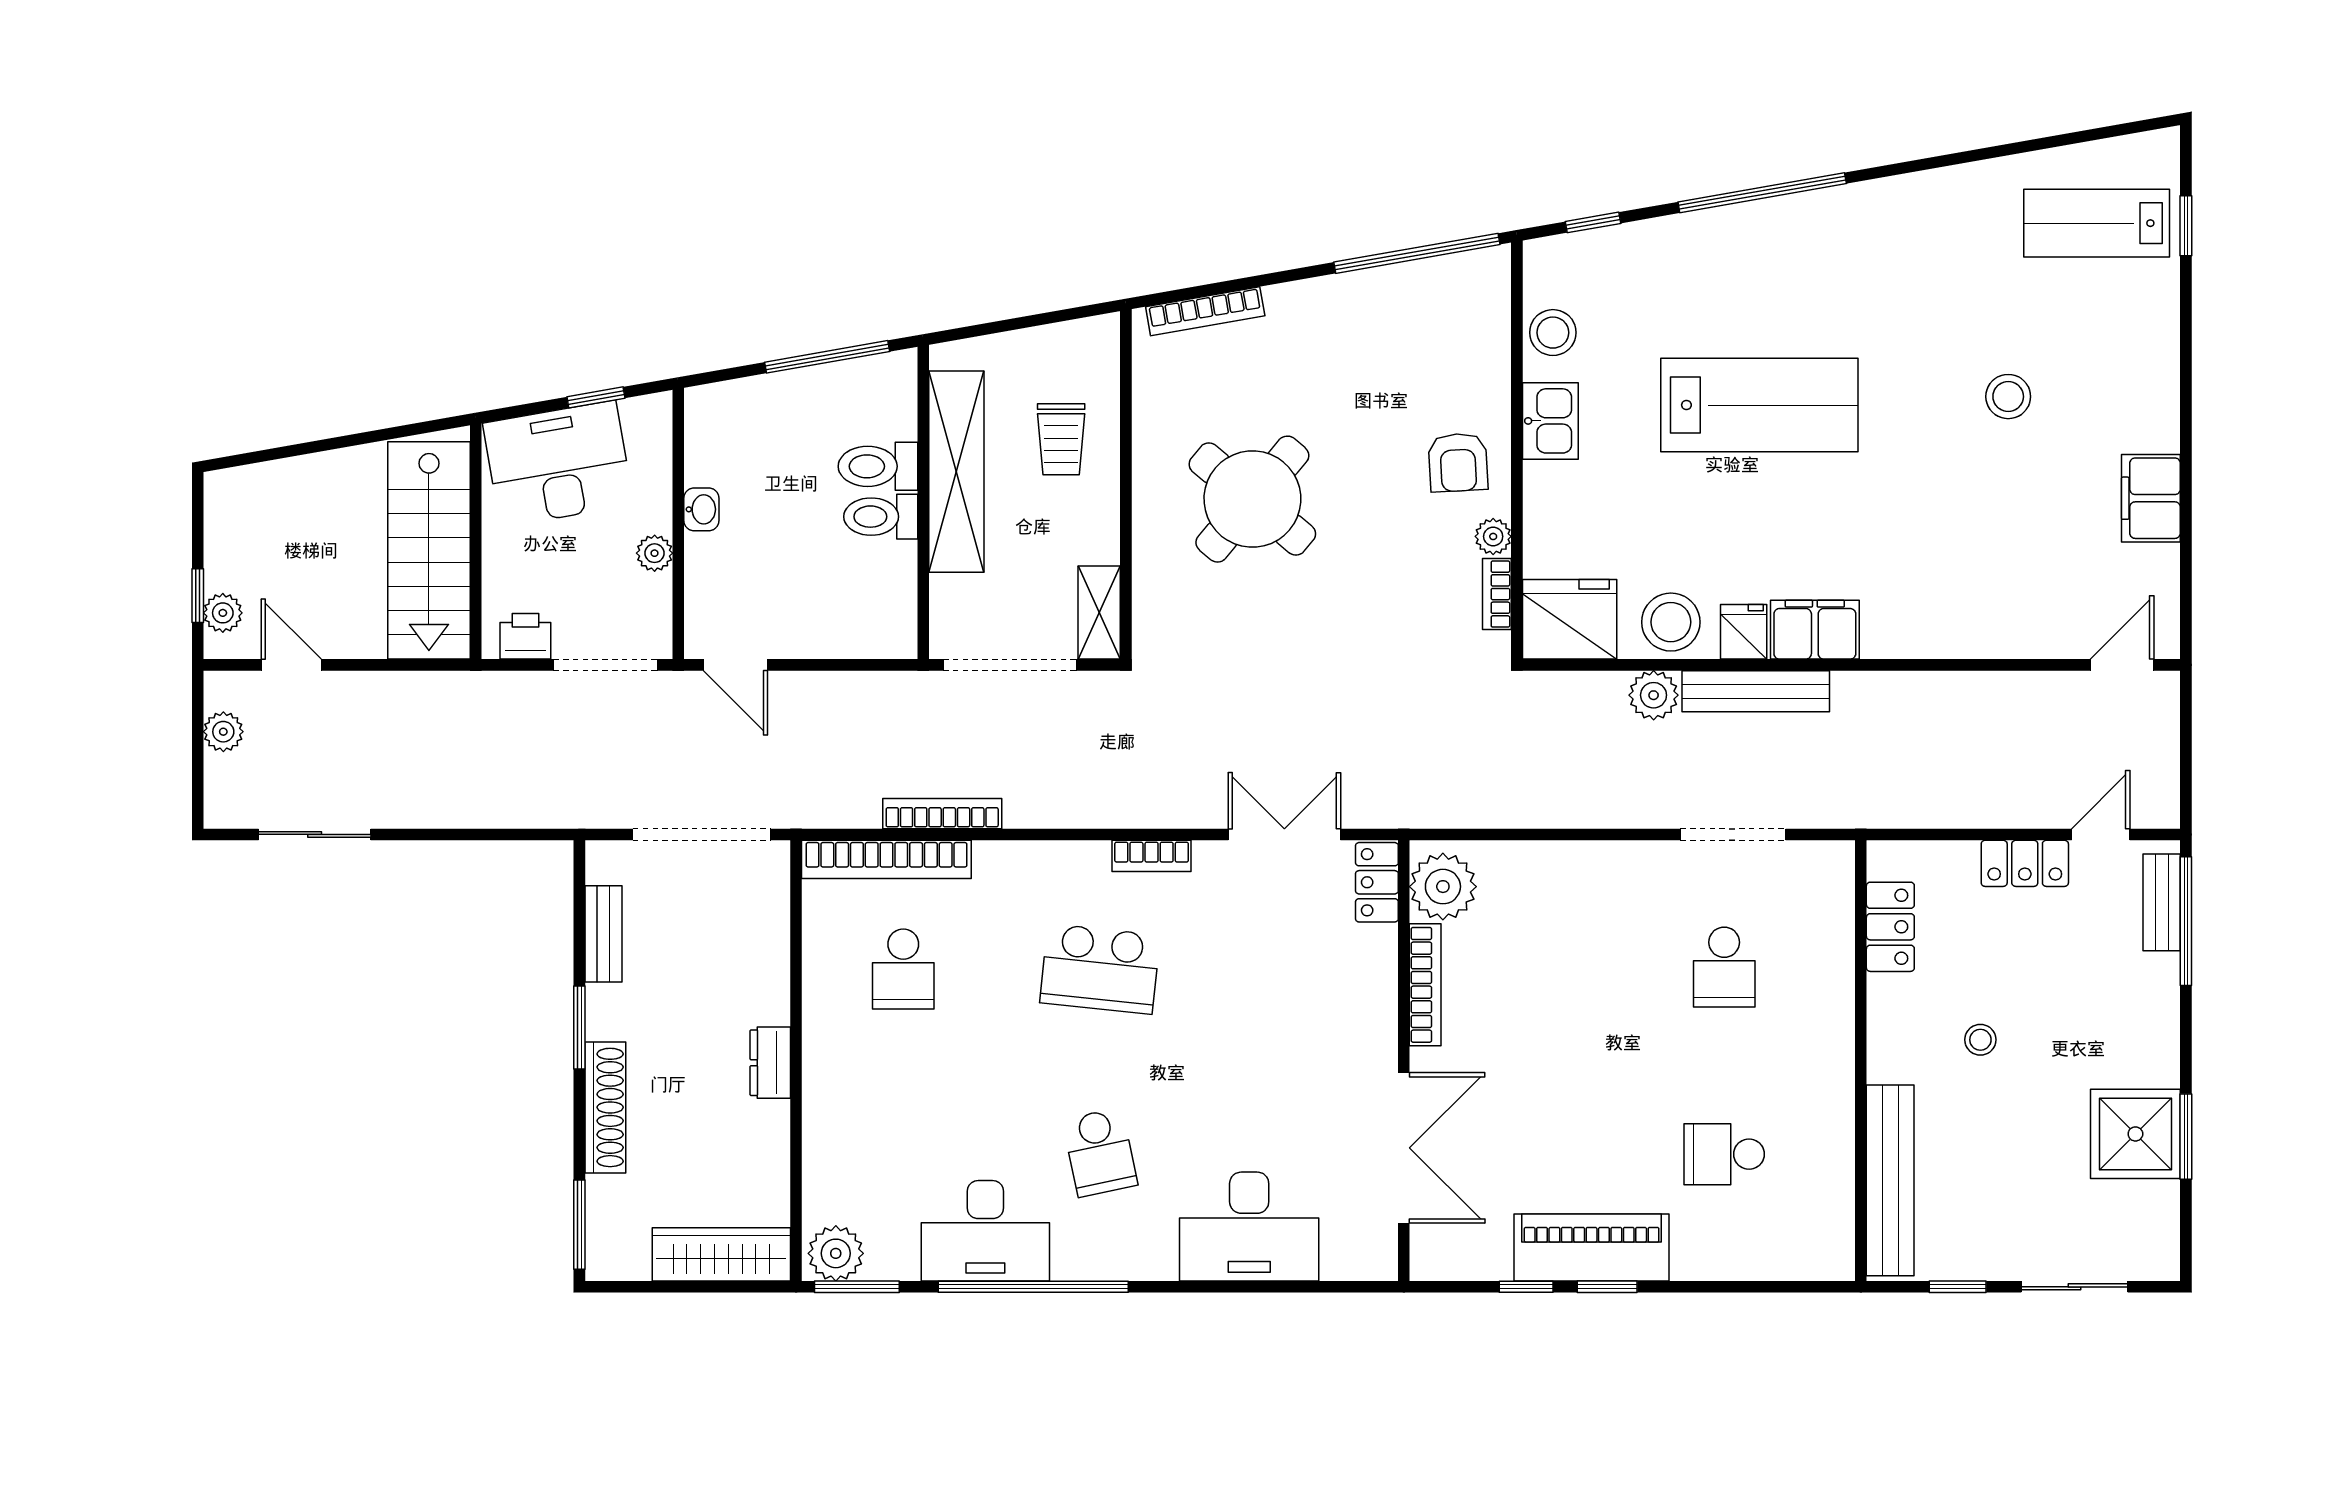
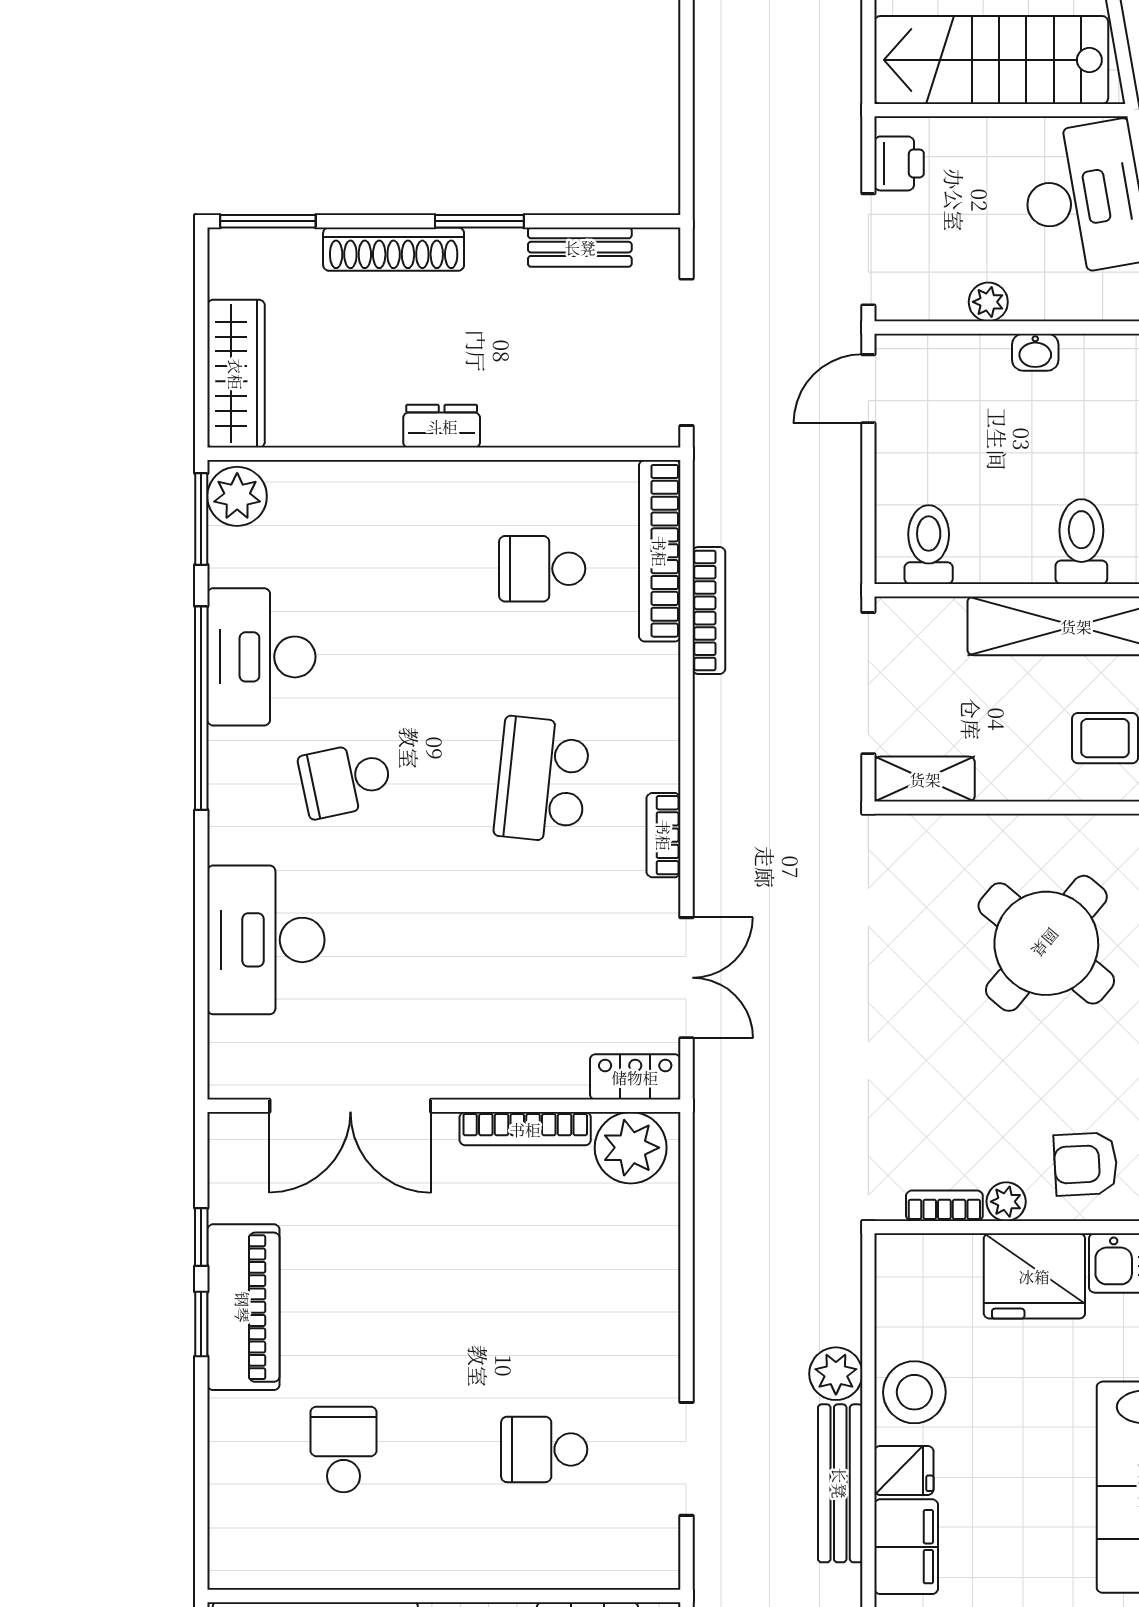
toilet: (881, 517) -> (929, 545), moved
fridge: (1570, 619) -> (1034, 1276), moved, turned 90

